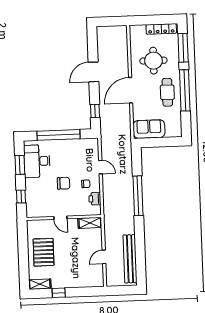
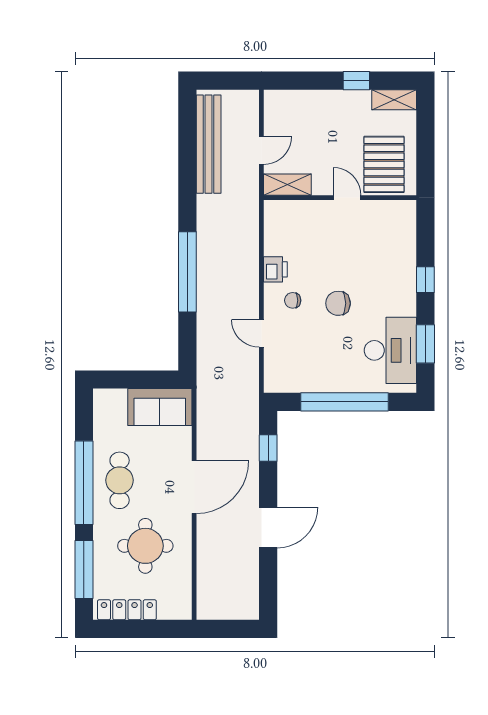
door: (60, 218) -> (347, 198), moved
wall: (64, 218) -> (340, 198), moved
shelving: (90, 223) -> (287, 185), moved

